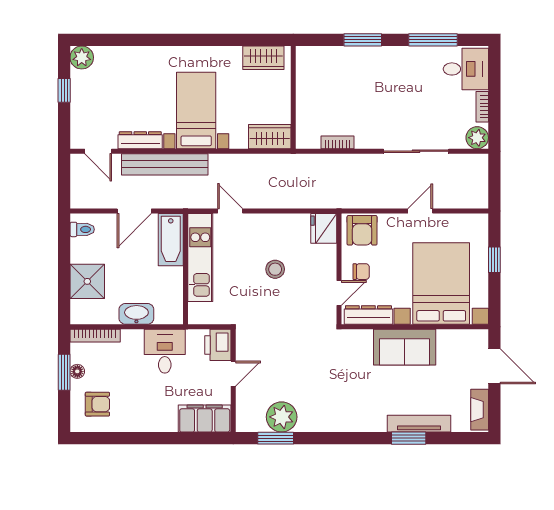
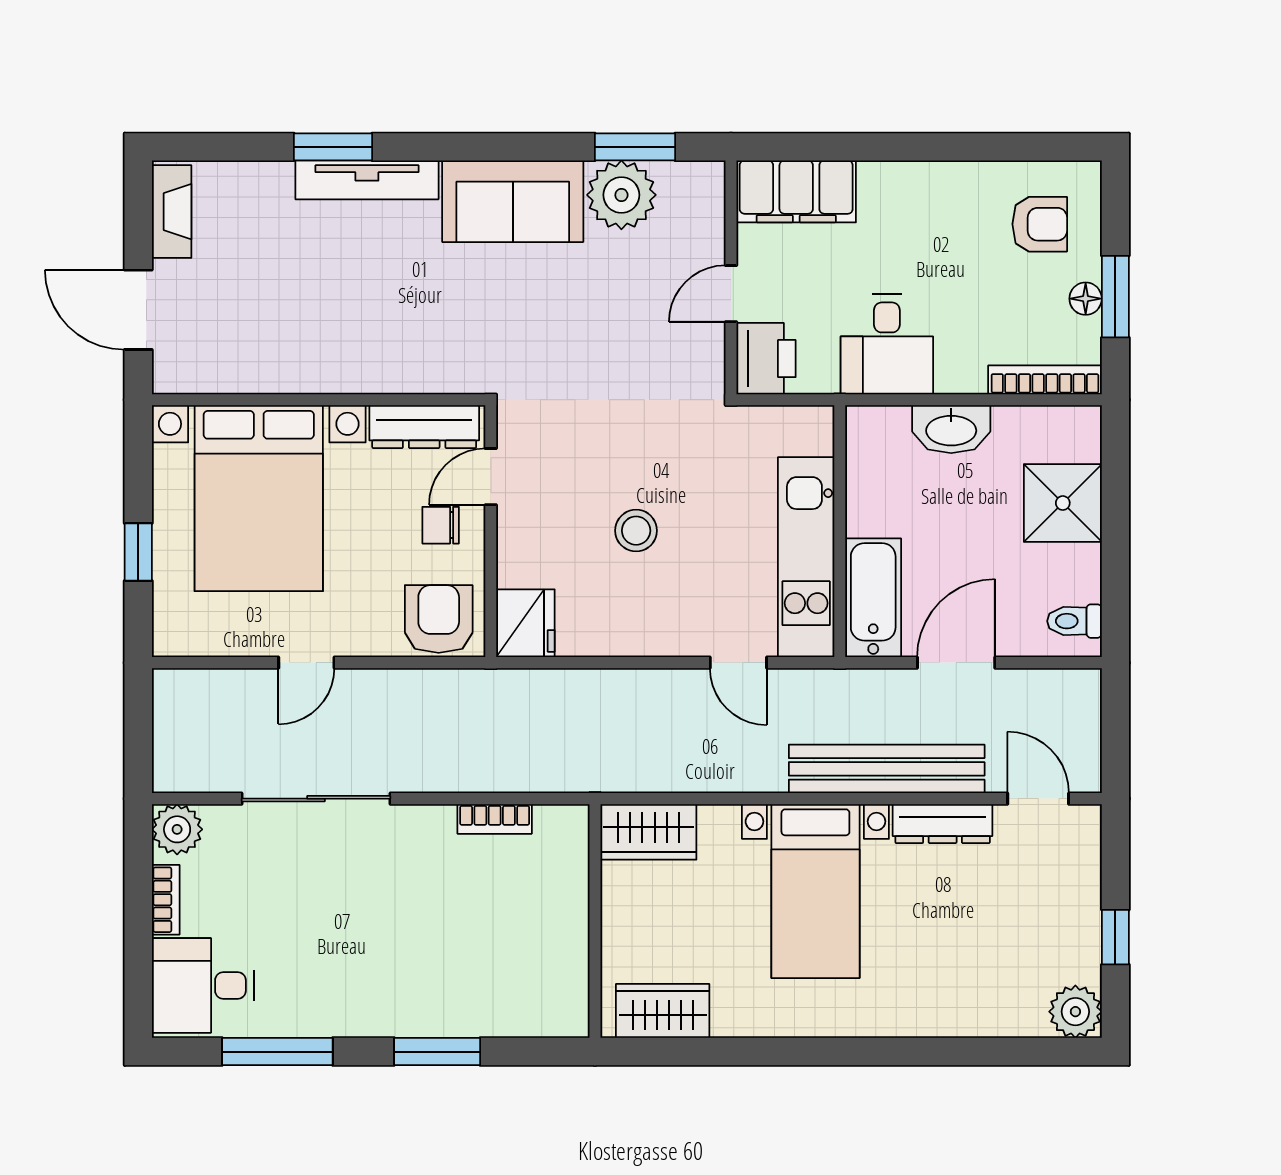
sofa: (405, 347) -> (513, 201), moved, turned 180
armchair: (97, 404) -> (1040, 224), turned 180
tv unit: (419, 424) -> (367, 180), moved

